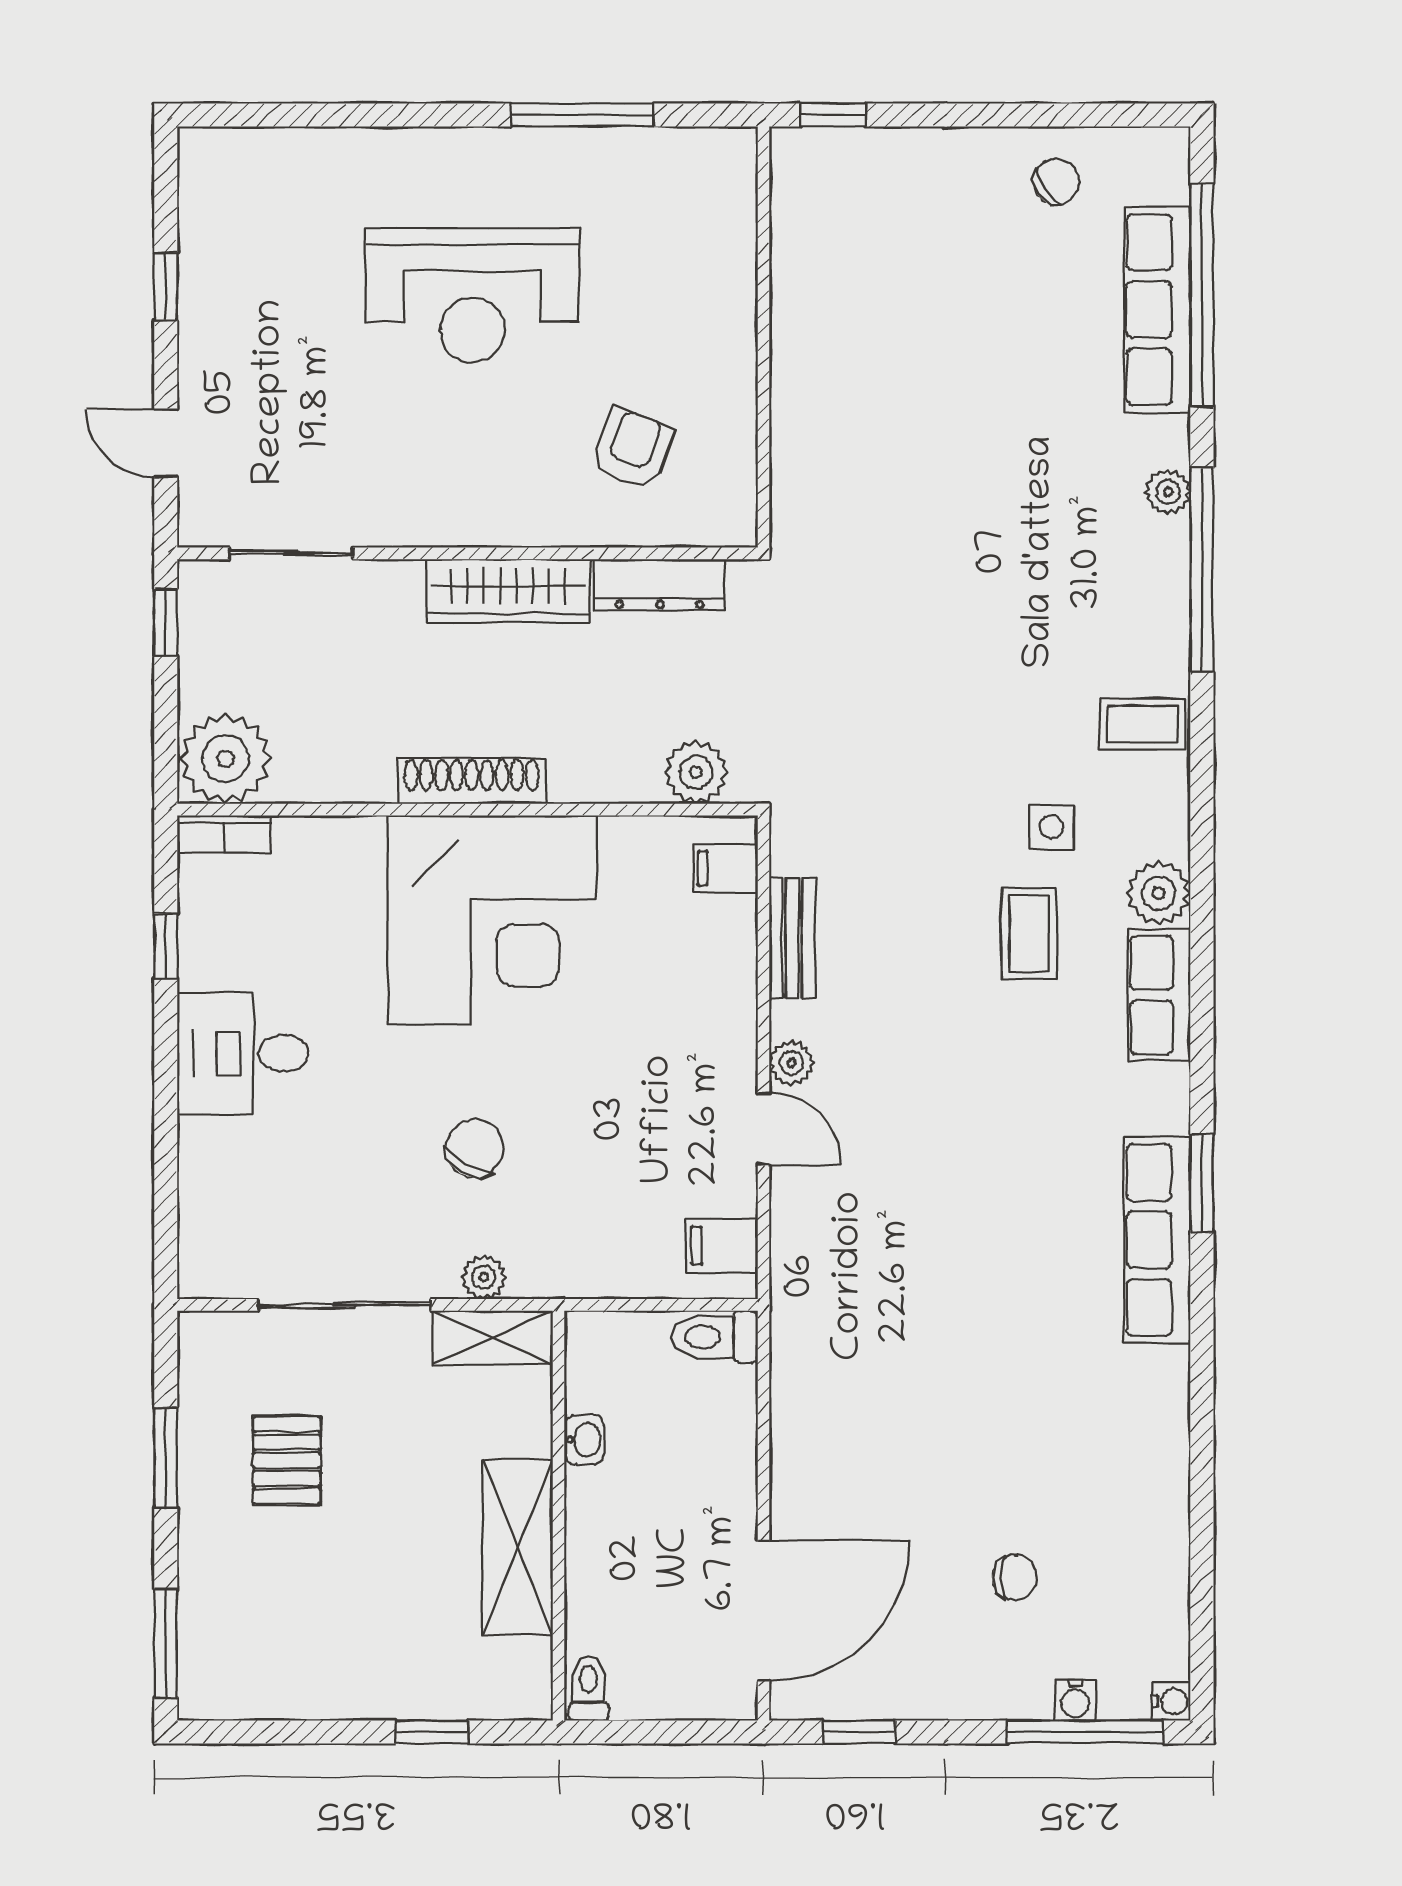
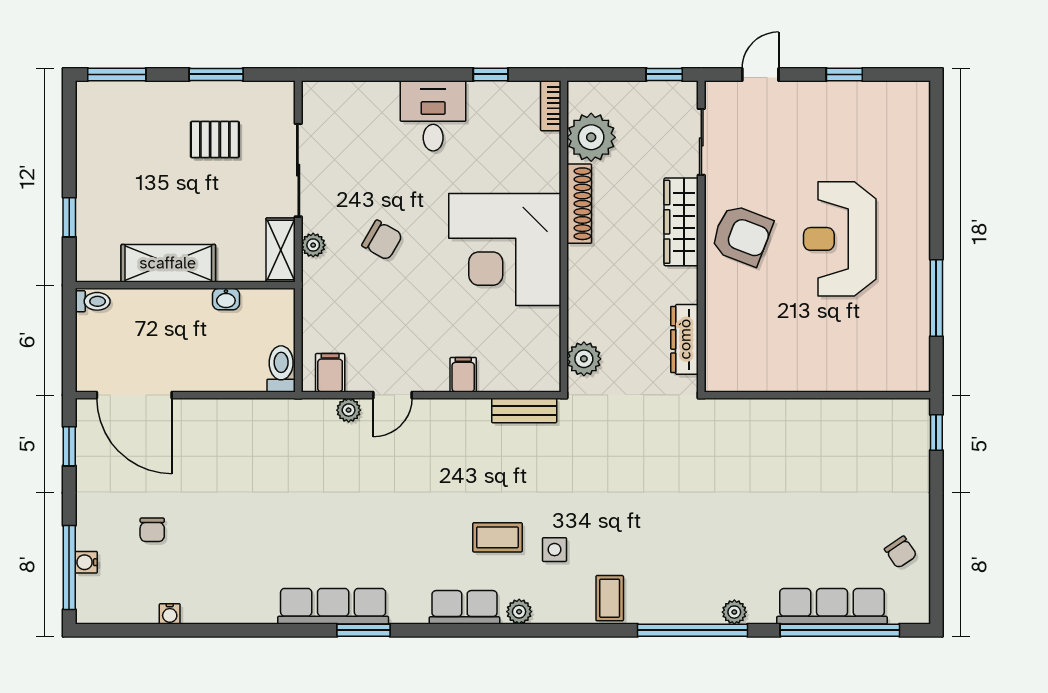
armchair: (632, 448) -> (742, 235), moved, width x1.38, depth x1.38
wardrobe: (508, 591) -> (681, 222), moved
plant: (225, 759) -> (591, 137), moved
shoe rack: (472, 781) -> (579, 204), moved
filing cabinet: (725, 868) -> (463, 375), moved
plant: (1159, 893) -> (519, 612), width x0.73, depth x0.73
bench: (792, 938) -> (524, 410), moved
plant: (791, 1063) -> (349, 410), moved
water cooler: (1171, 1701) -> (170, 614), moved

